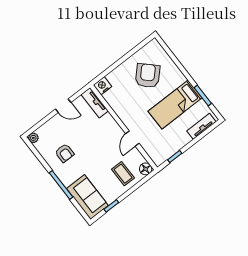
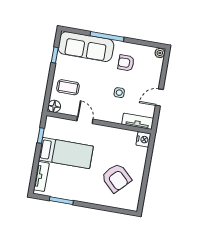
bed: (175, 105) -> (66, 153), moved, turned 90
side table: (89, 136) -> (119, 93), added
sofa: (87, 197) -> (86, 47), width x1.36

